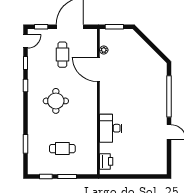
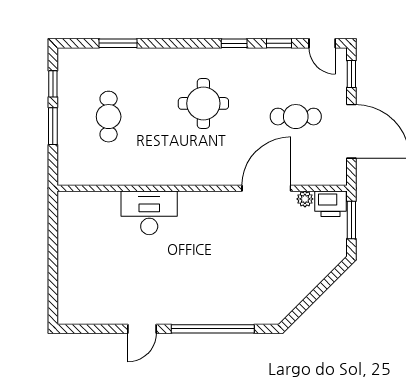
printer: (106, 161) -> (330, 204), moved

